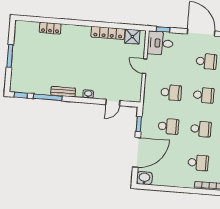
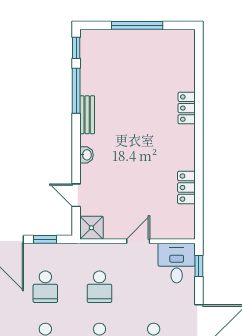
locker: (50, 28) -> (187, 108), moved
locker: (108, 33) -> (186, 188), width x0.66
shower: (132, 37) -> (91, 228), moved
window: (10, 56) -> (137, 25), width x1.44

